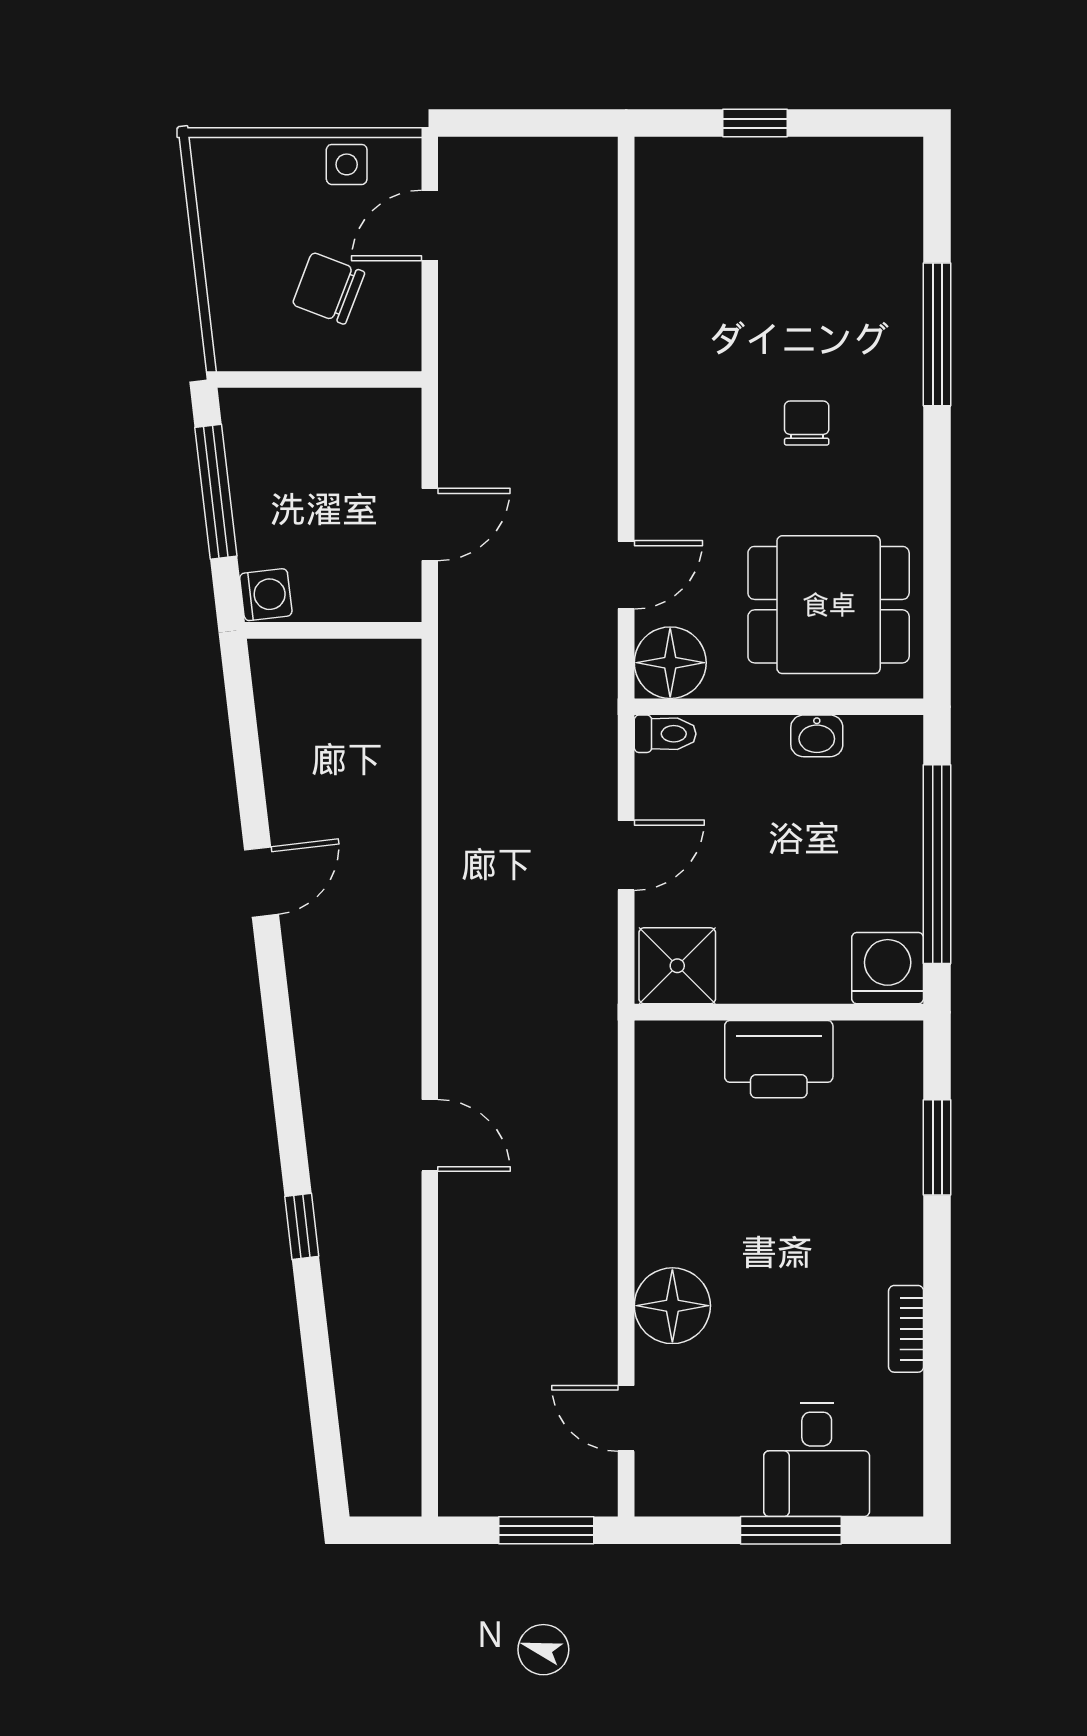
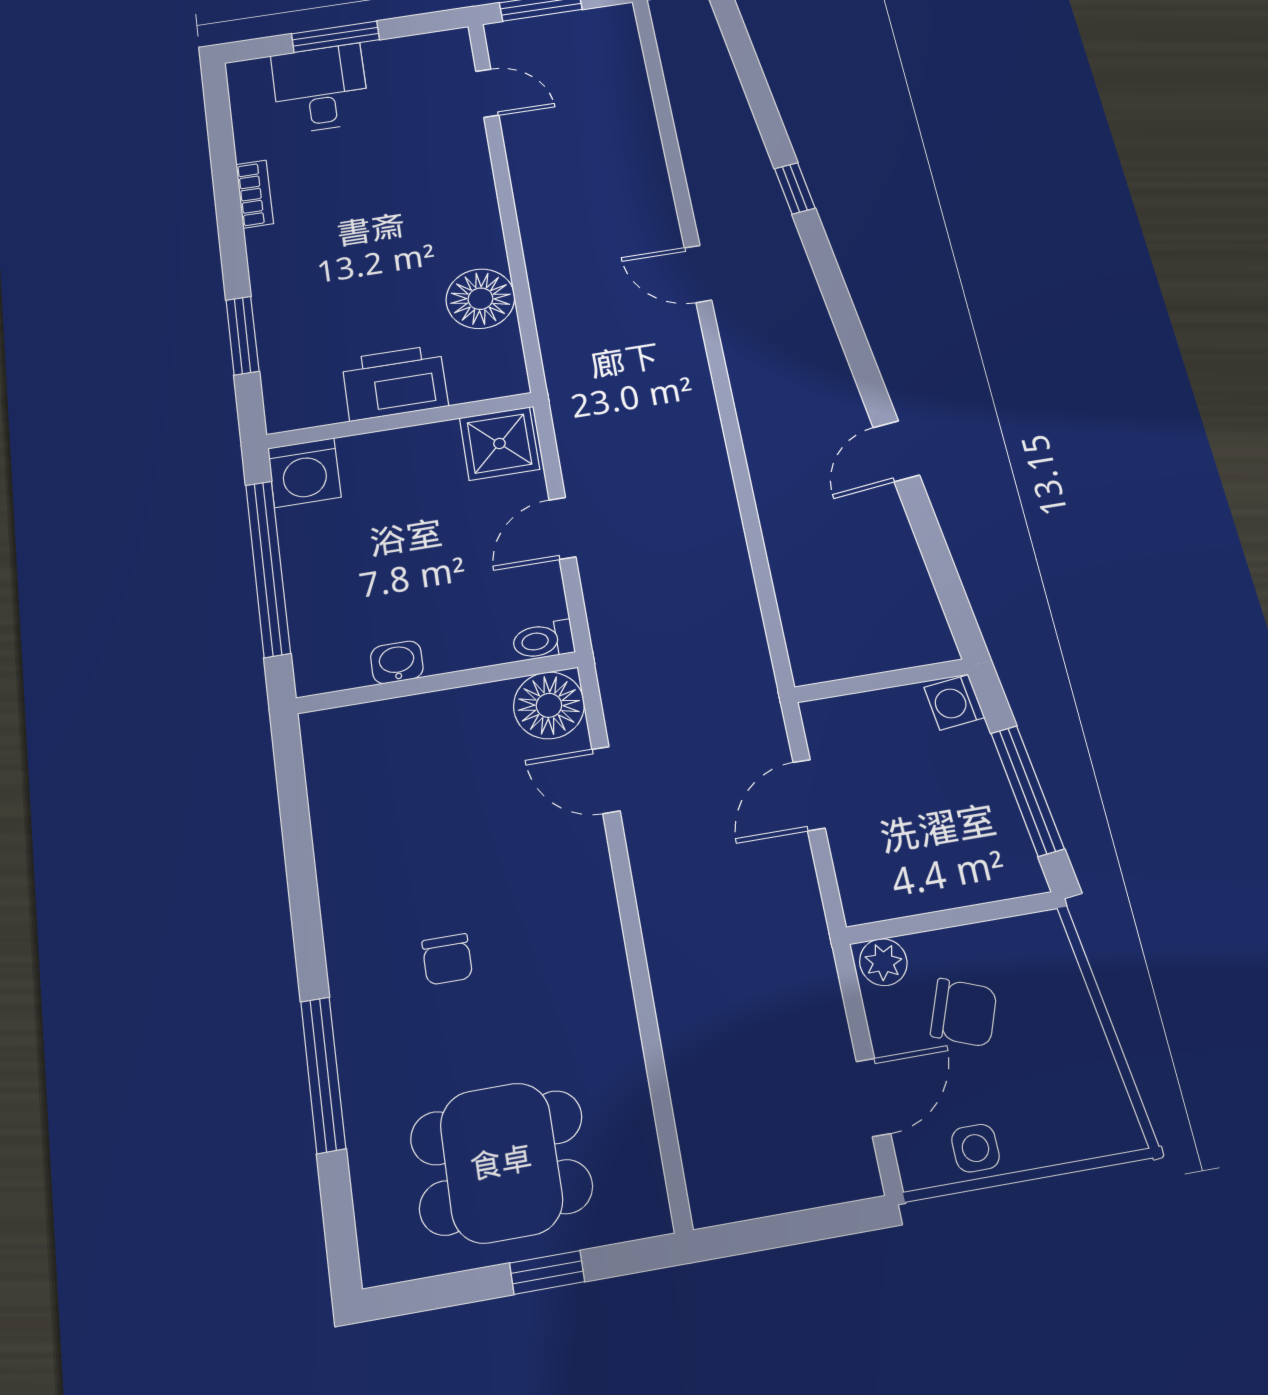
plant: (393, 349) -> (883, 962), added
door: (626, 575) -> (606, 780), hinge flipped
dining table: (829, 605) -> (501, 1162), moved
floor lamp: (672, 1306) -> (480, 299), moved

